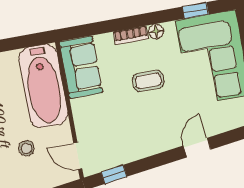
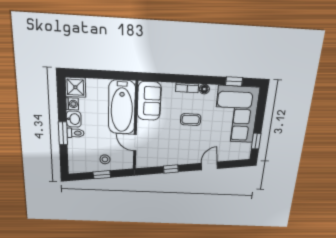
stool: (27, 148) -> (105, 159), moved
door: (78, 156) -> (135, 143), moved
window: (114, 174) -> (171, 169), moved

